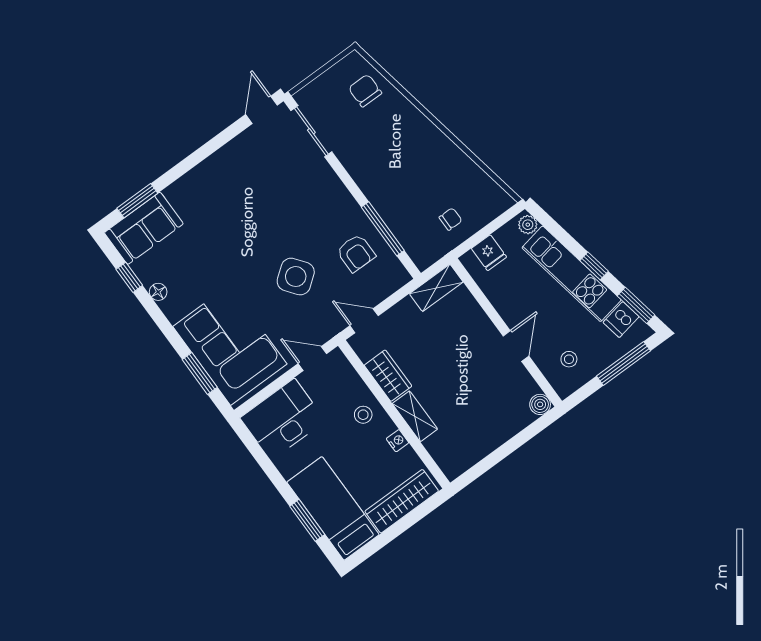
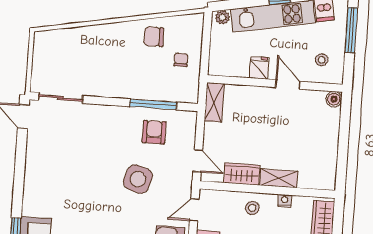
chair: (365, 91) -> (154, 37), moved
armchair: (356, 253) -> (154, 132), turned -90
fridge: (489, 253) -> (259, 68), moved, turned -90
side table: (296, 277) -> (138, 179), turned -35
door: (364, 321) -> (198, 161), swing flipped

